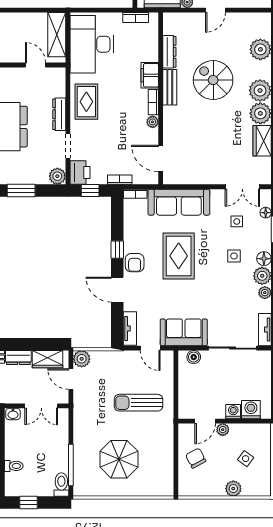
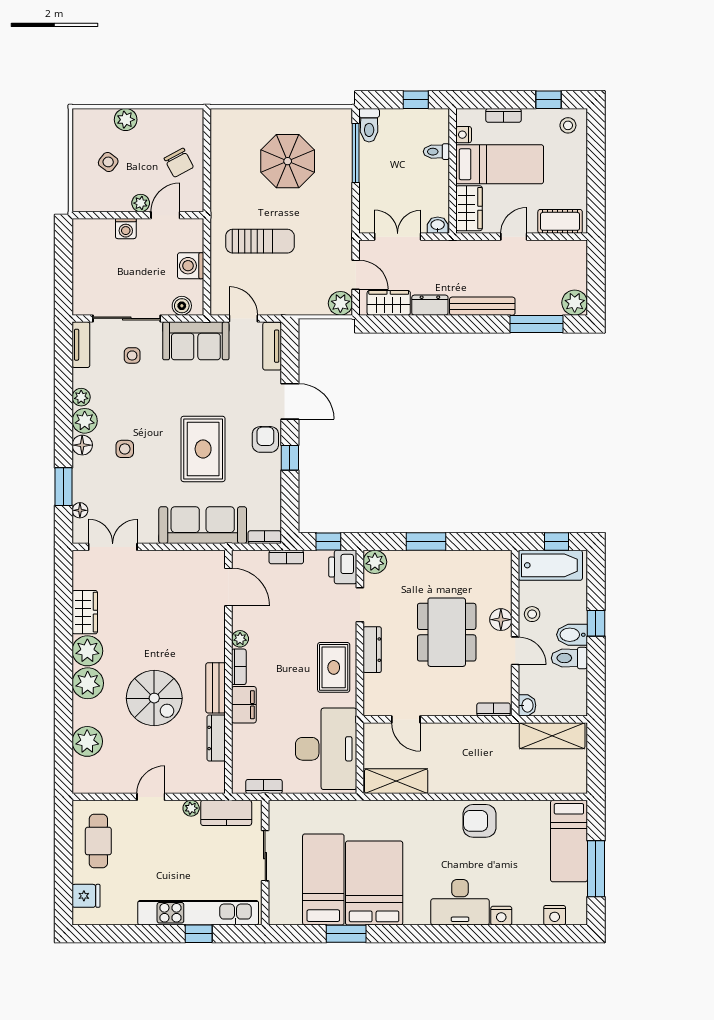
shelving: (57, 35) -> (396, 781), moved, turned 90
side table: (237, 221) -> (132, 355), moved
washing machine: (251, 410) -> (191, 266), moved, turned 90

